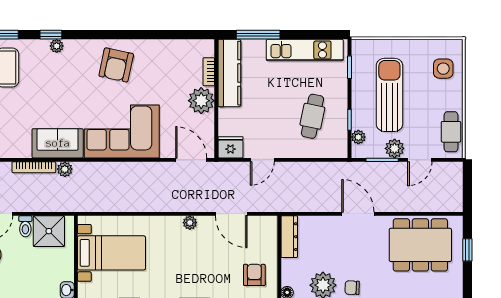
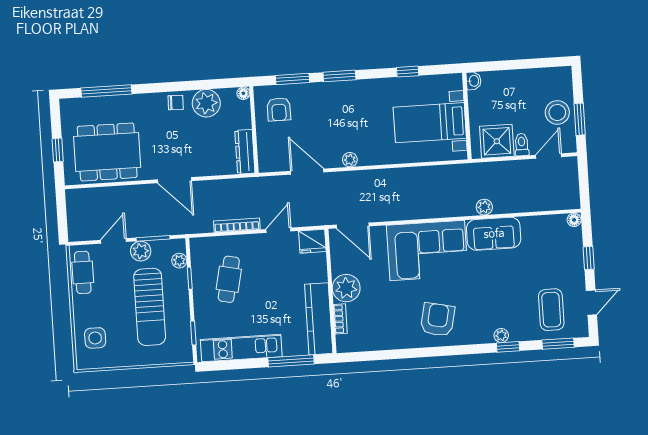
bookcase: (34, 167) -> (237, 225), moved

